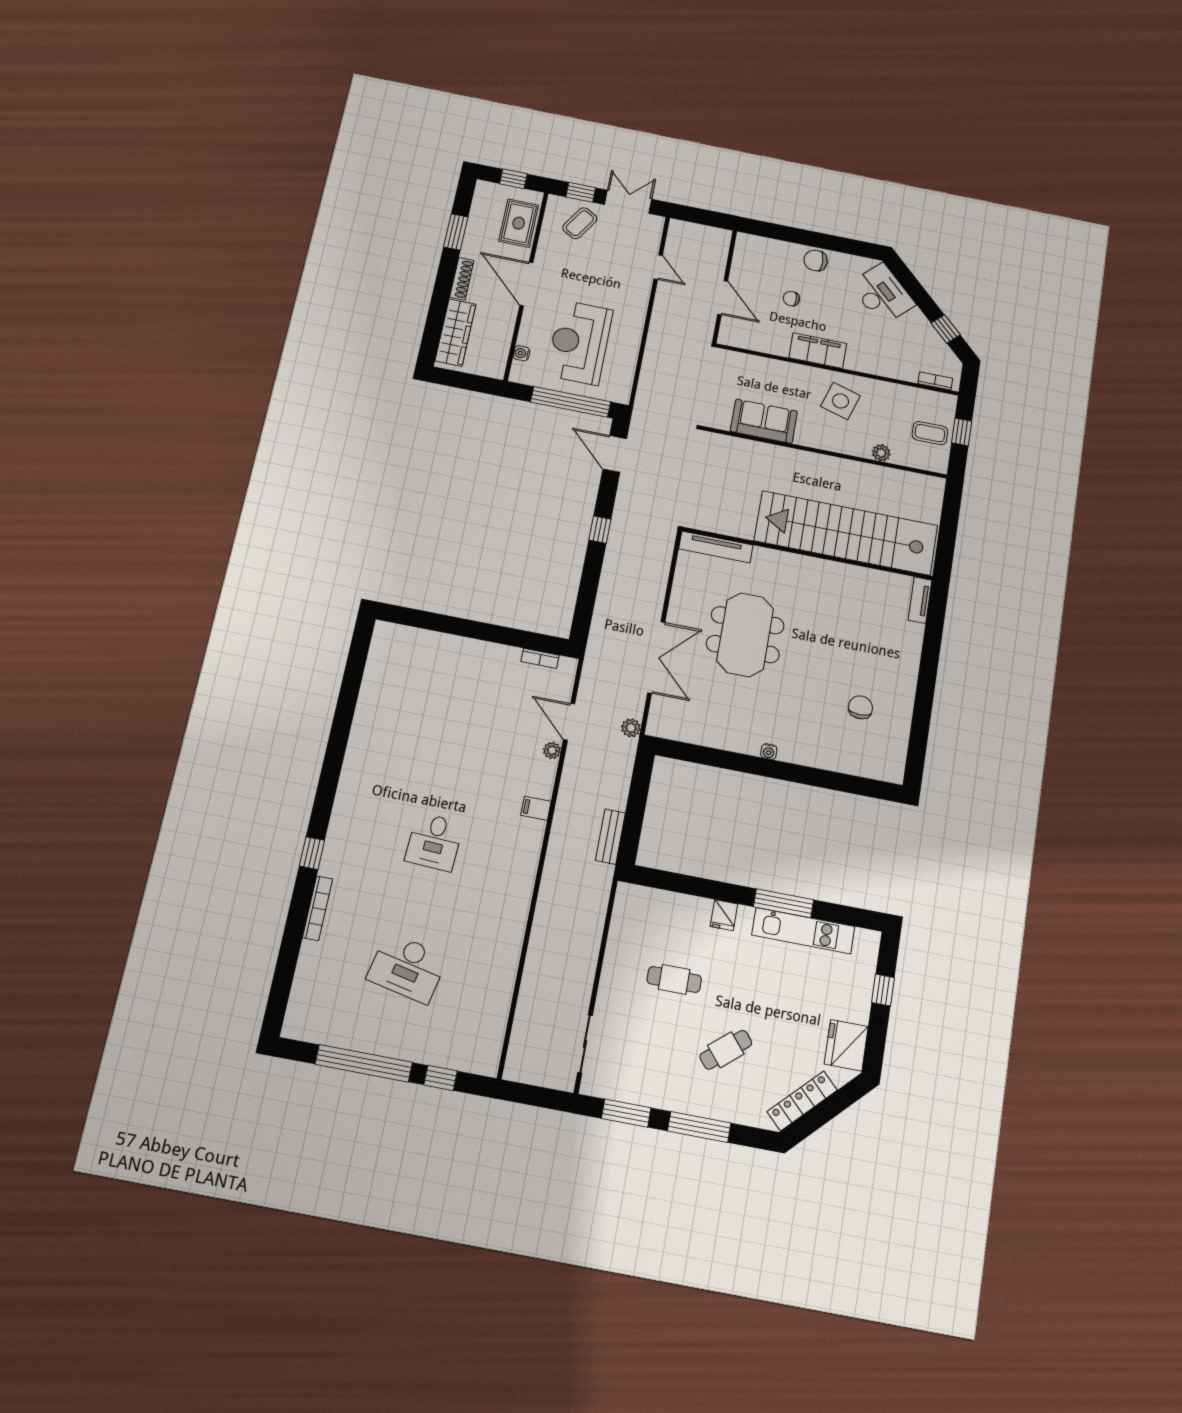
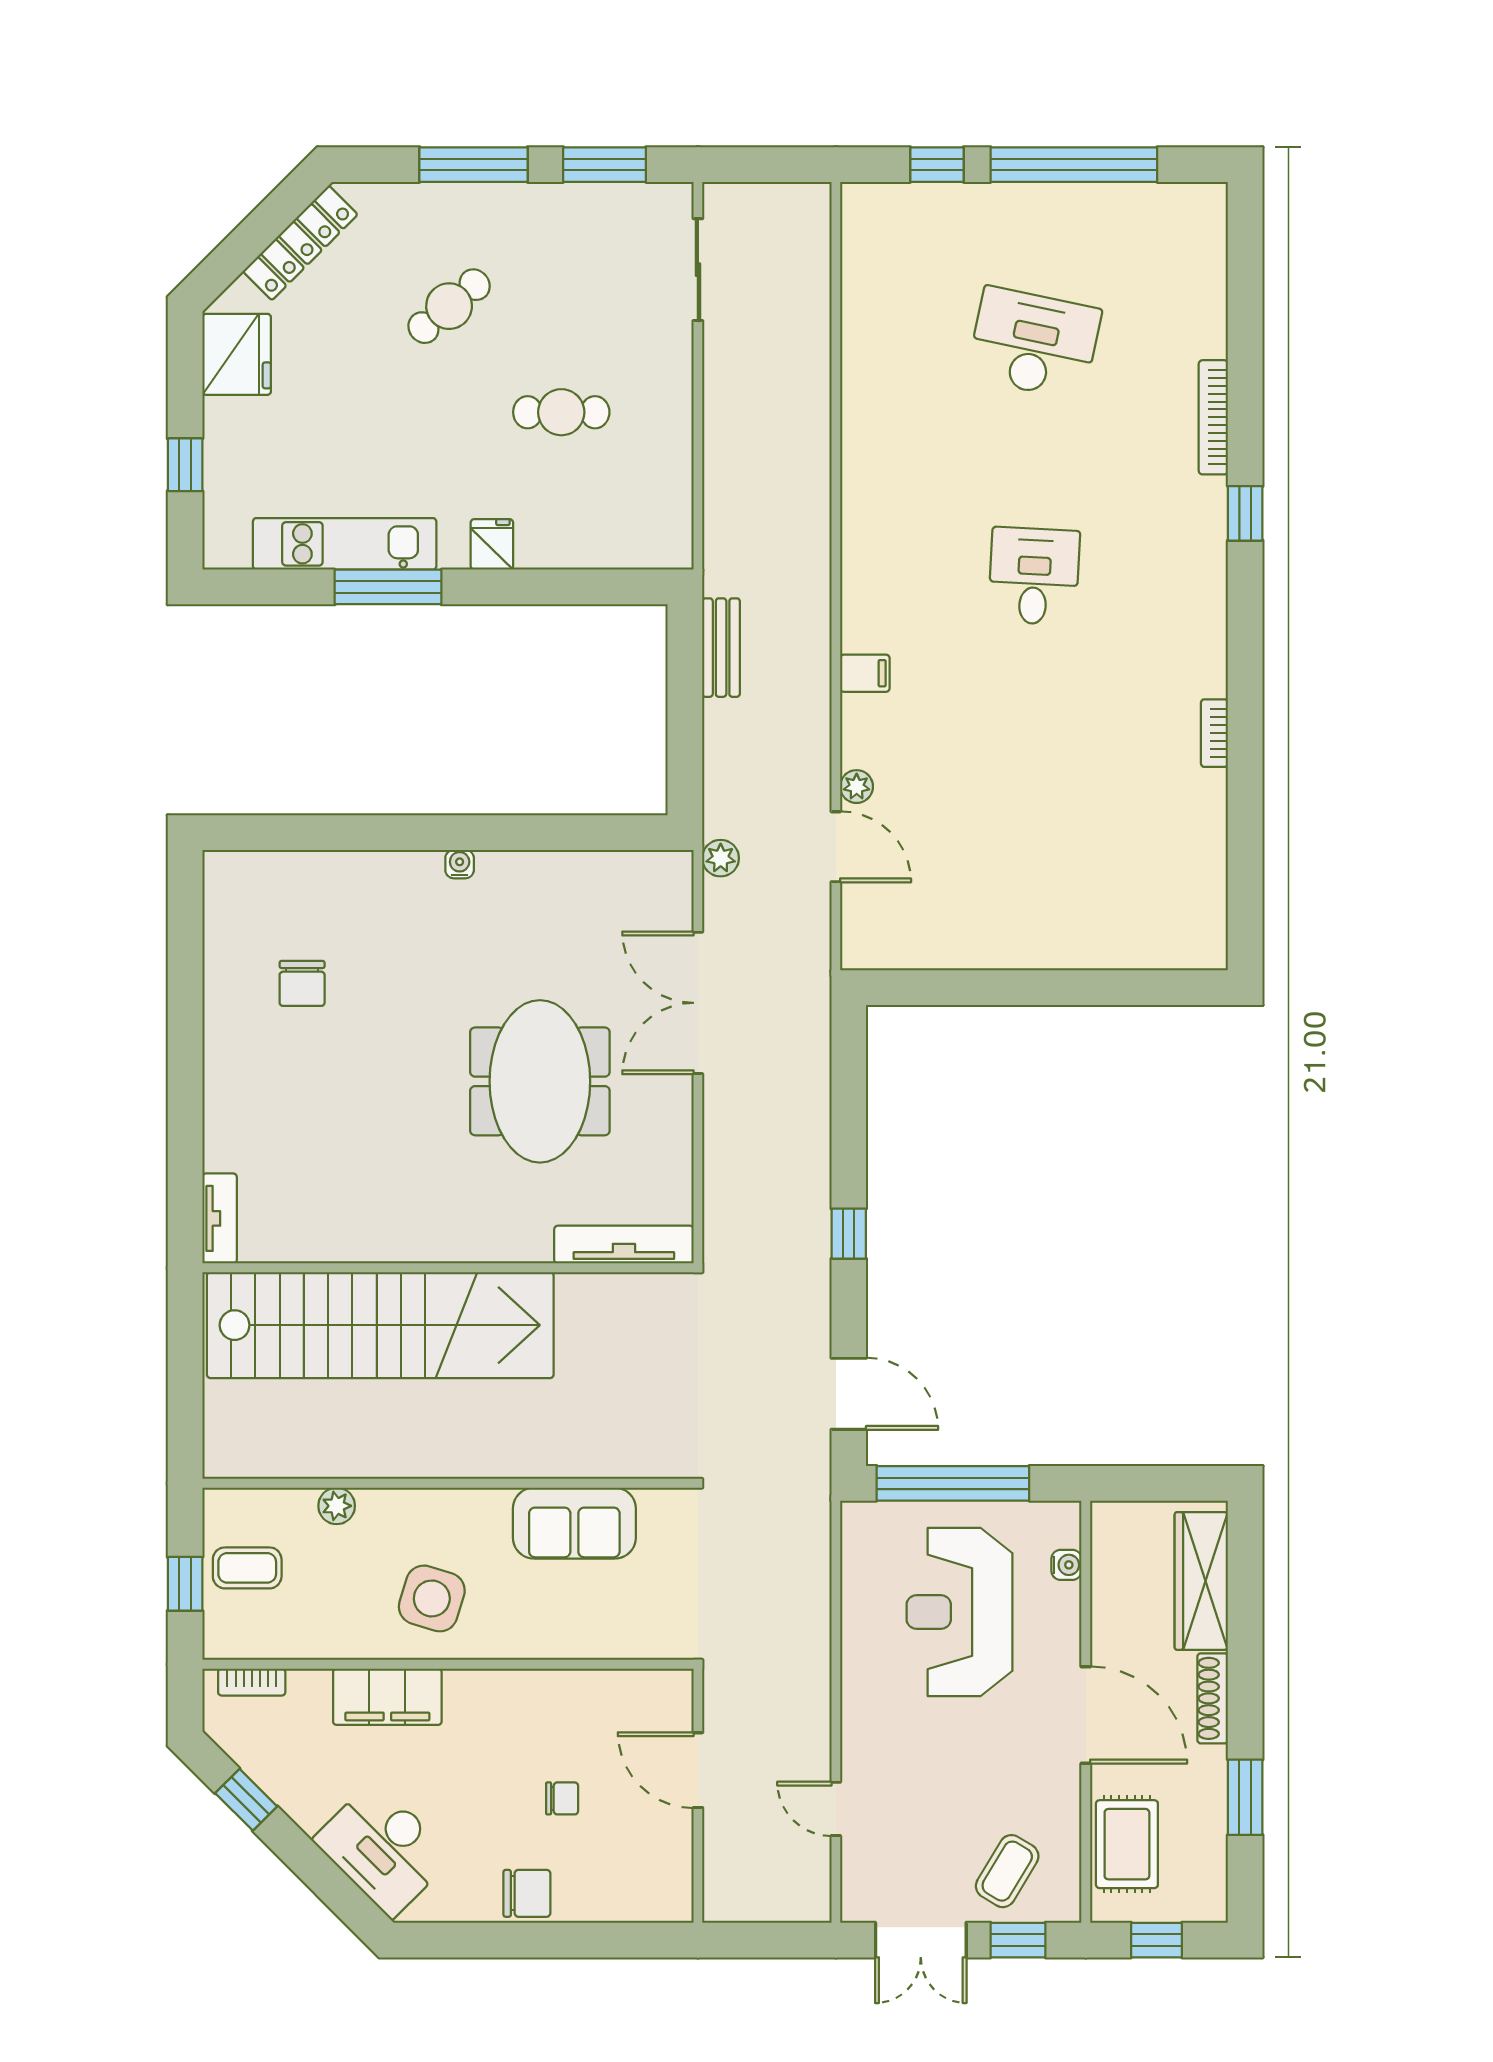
reception desk: (579, 343) -> (959, 1612), turned 180
filing cabinet: (818, 351) -> (387, 1697), moved
bookcase: (540, 658) -> (1214, 733), moved, turned -90

